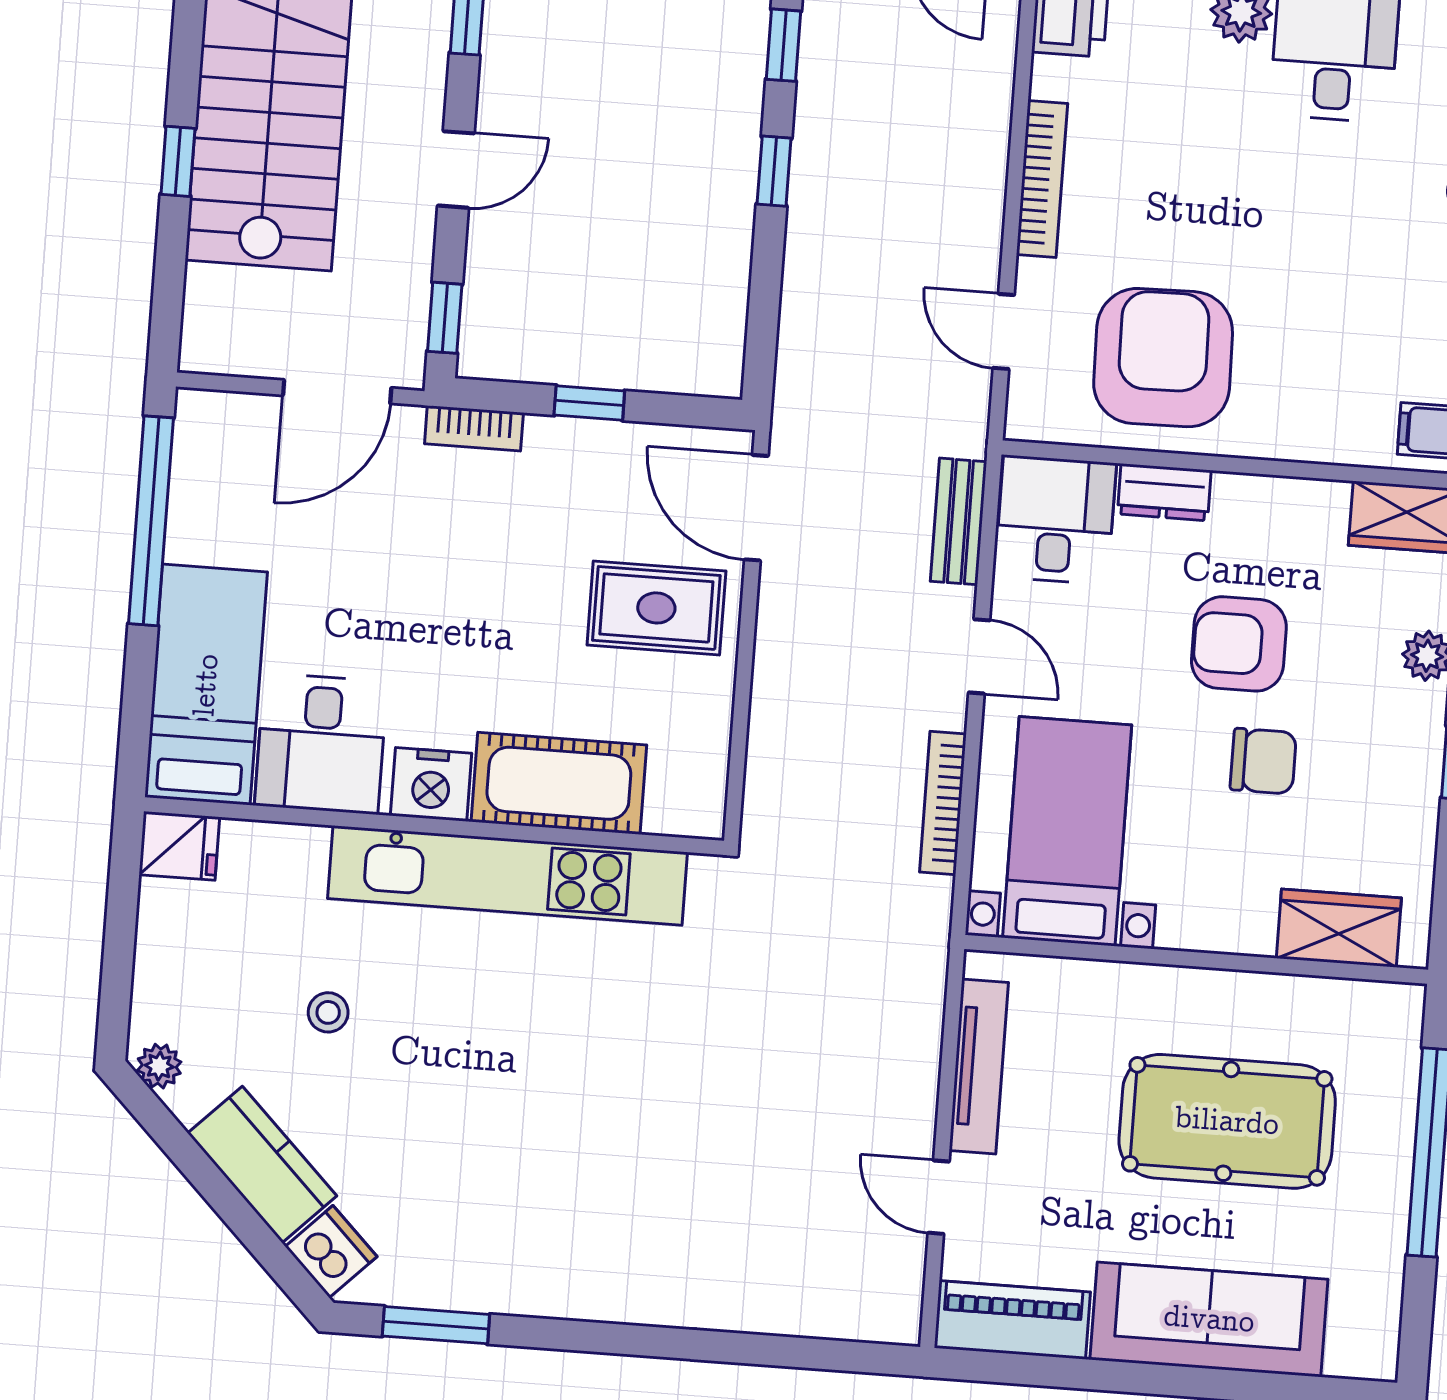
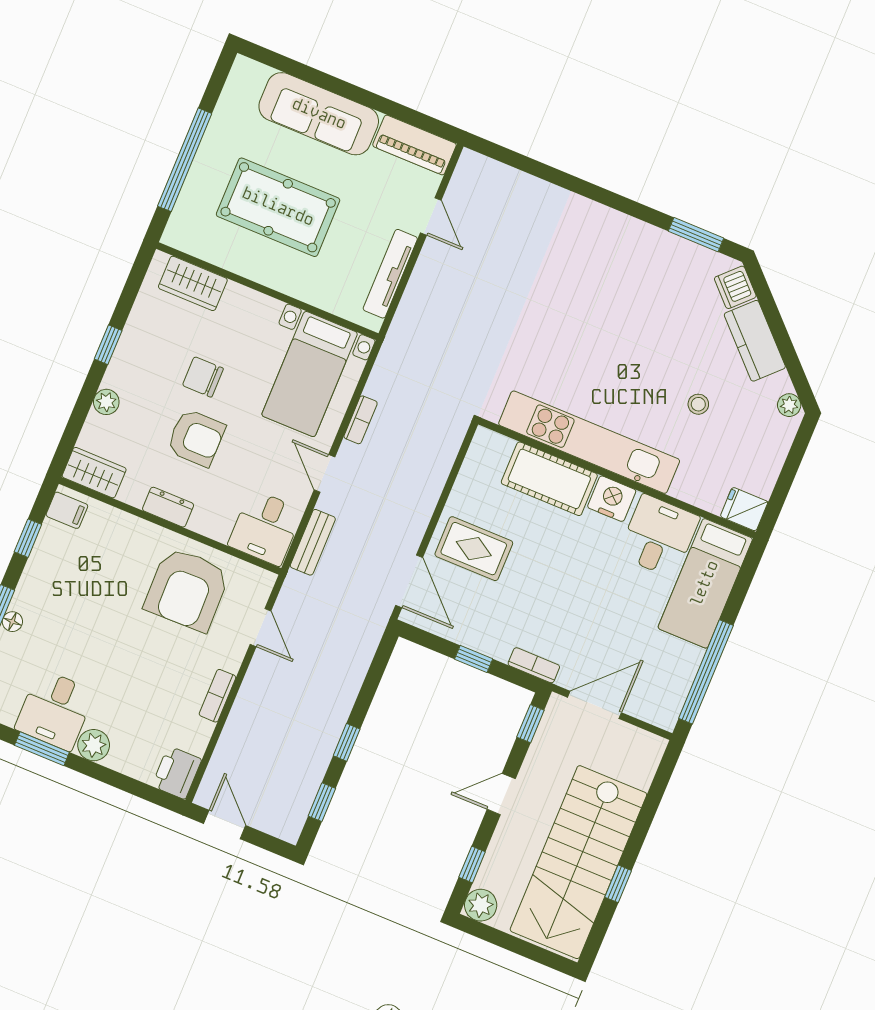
window: (178, 161) -> (618, 884), moved
bookcase: (1042, 179) -> (217, 696), width x0.64
dresser: (1164, 492) -> (168, 507), moved
bookcase: (943, 803) -> (361, 420), width x0.64

